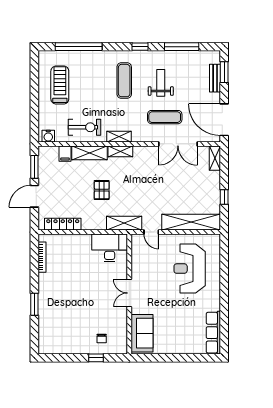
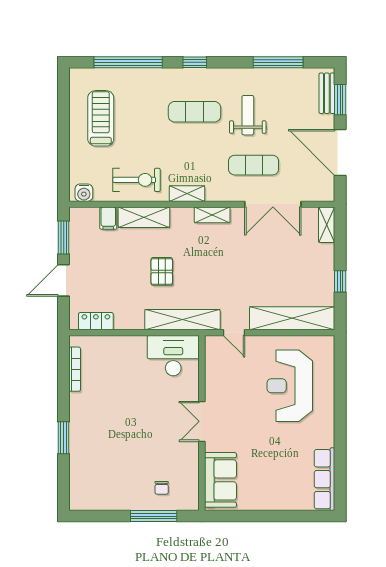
window: (140, 47) -> (195, 62), moved
bench: (215, 78) -> (327, 93), moved
exercise mat: (124, 81) -> (195, 112), turned 90
door: (224, 120) -> (340, 152), moved
shelving: (120, 151) -> (212, 215), moved
shelving: (124, 223) -> (182, 320), width x1.47
locker: (63, 224) -> (96, 321), width x0.66
window: (96, 358) -> (154, 516), width x2.17

